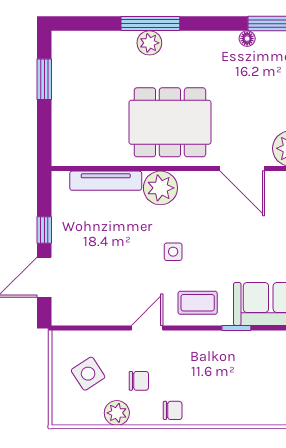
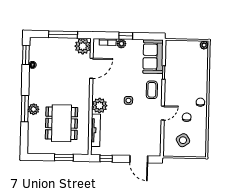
window: (44, 79) -> (64, 158), moved
dining table: (170, 122) -> (61, 123), moved
window: (44, 230) -> (106, 158), moved
door: (147, 328) -> (163, 113), swing flipped
plant: (117, 413) -> (201, 127), removed

